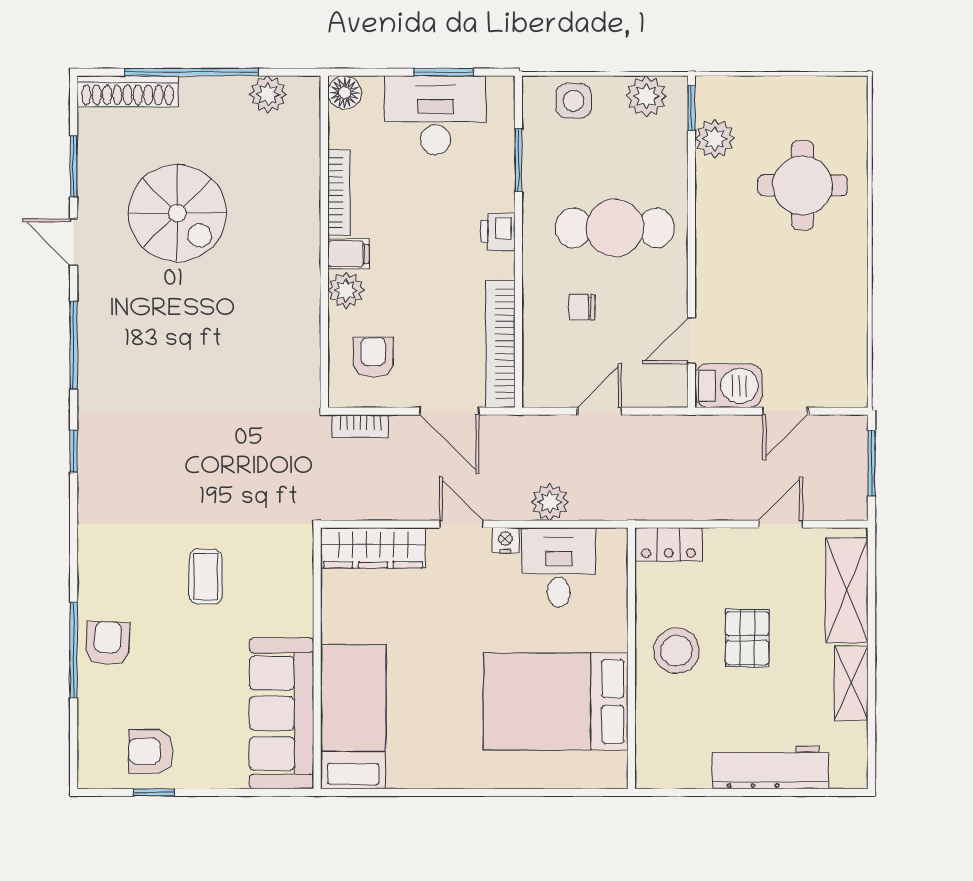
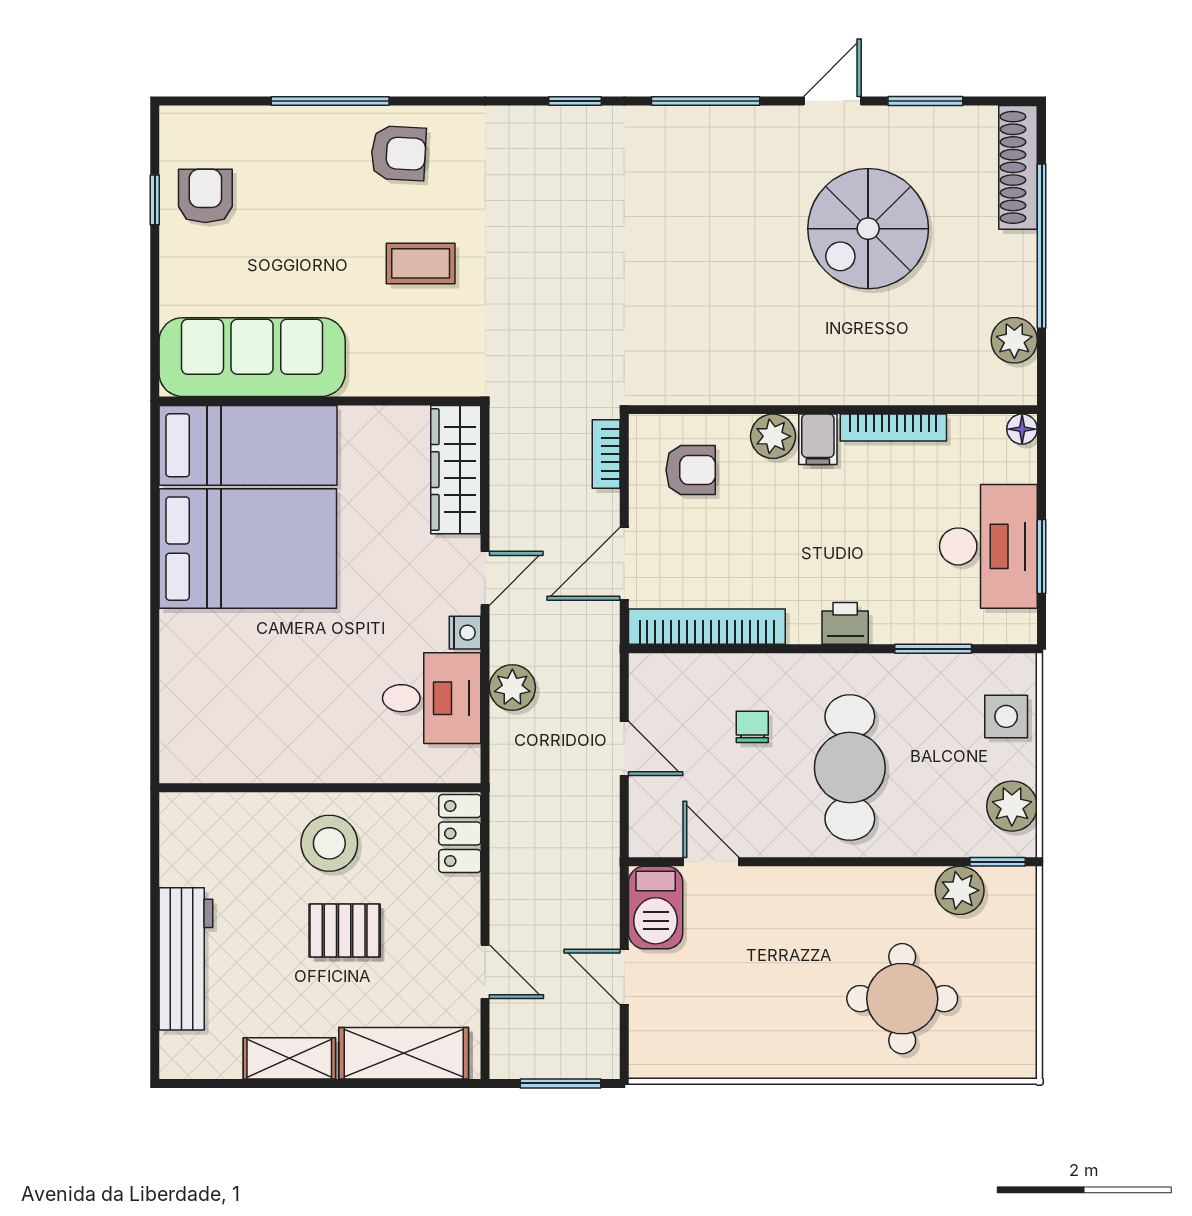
floor lamp: (345, 93) -> (1022, 429), width x0.73, depth x0.73
armchair: (108, 643) -> (398, 153), moved
bed: (556, 701) -> (248, 549), moved, turned 90

